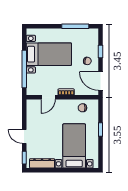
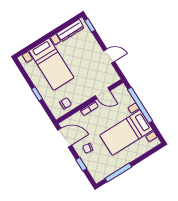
door: (48, 97) -> (102, 93), swing flipped
door: (24, 136) -> (109, 56), moved

